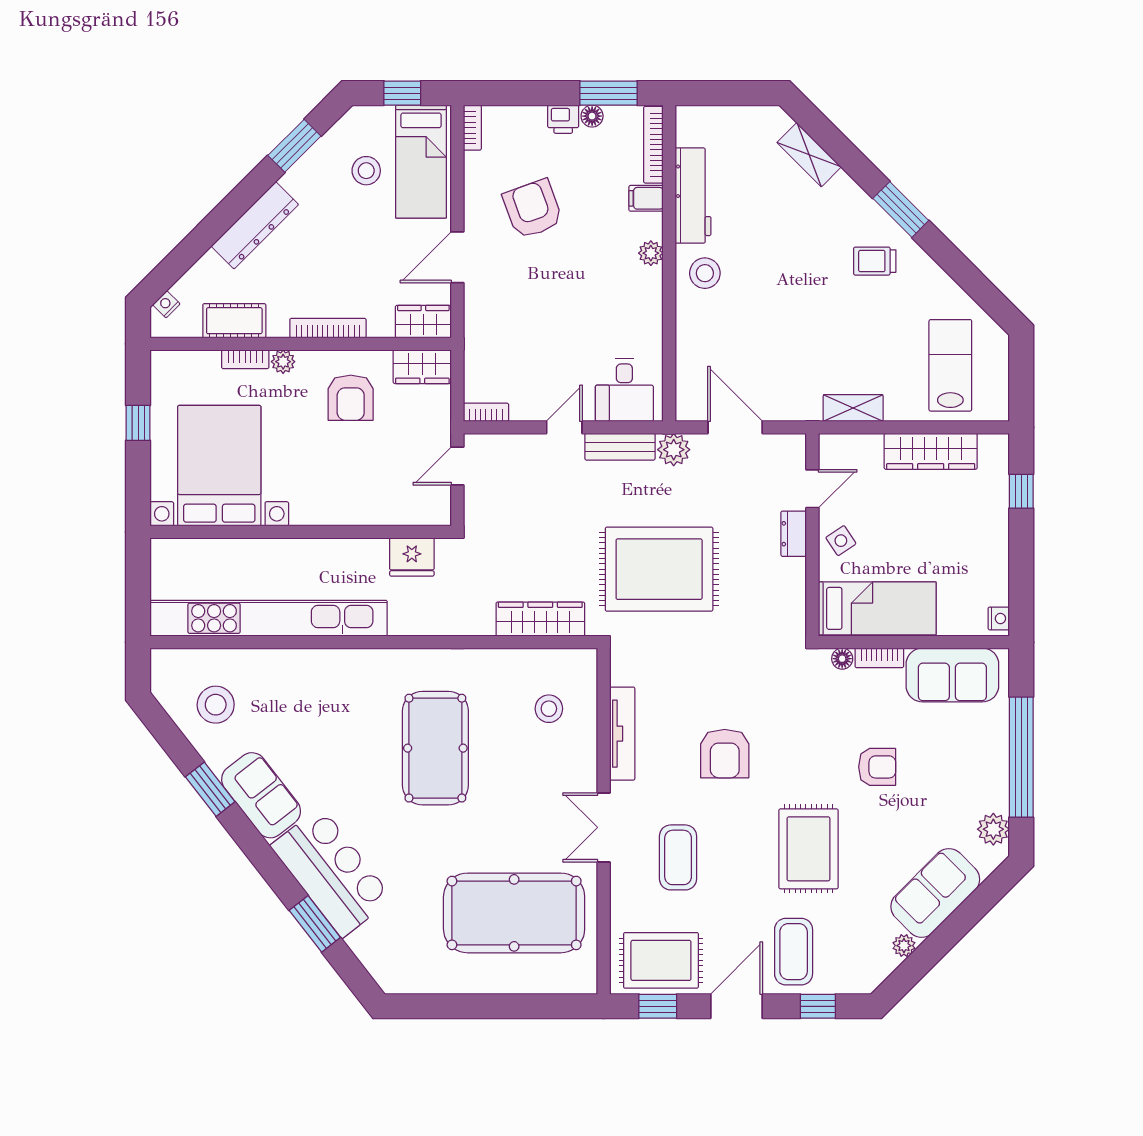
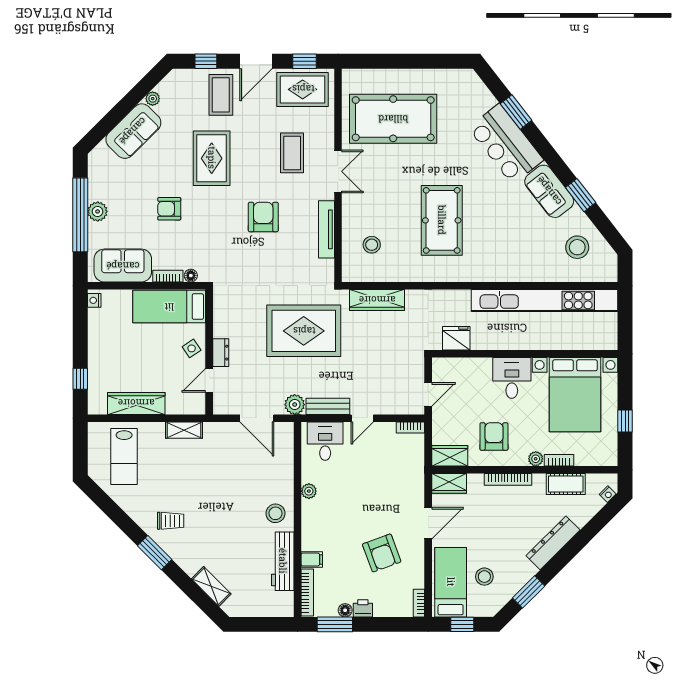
plant: (651, 253) -> (309, 491), moved
desk: (322, 493) -> (512, 378), added
plant: (993, 829) -> (98, 211), moved

